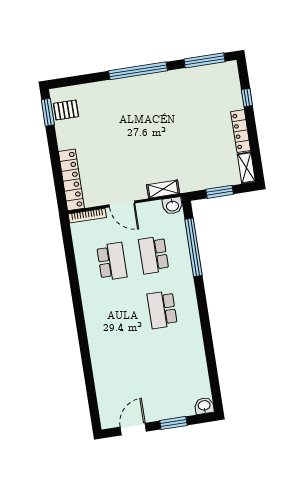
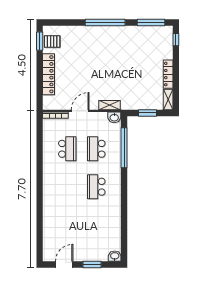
window: (247, 98) -> (176, 40), moved
locker: (71, 180) -> (49, 74), moved
door: (122, 204) -> (80, 111), swing flipped

